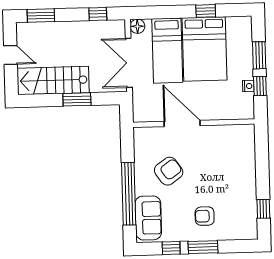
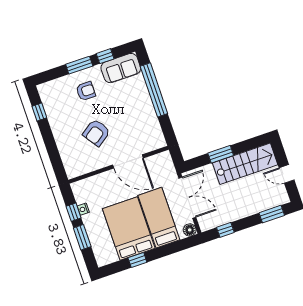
armchair: (169, 171) -> (96, 133), moved
sofa: (148, 218) -> (121, 68), moved, turned -90

